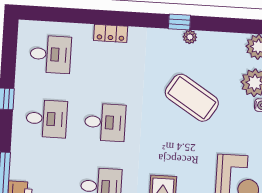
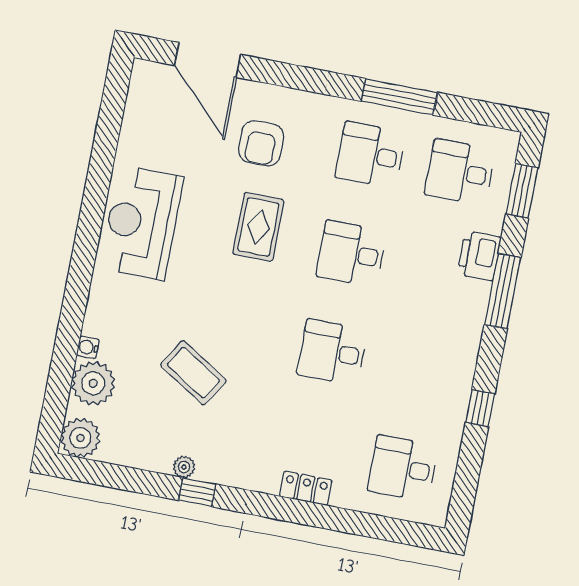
coffee table: (192, 98) -> (193, 373), width x0.73, depth x0.76
desk: (47, 119) -> (422, 369), removed

